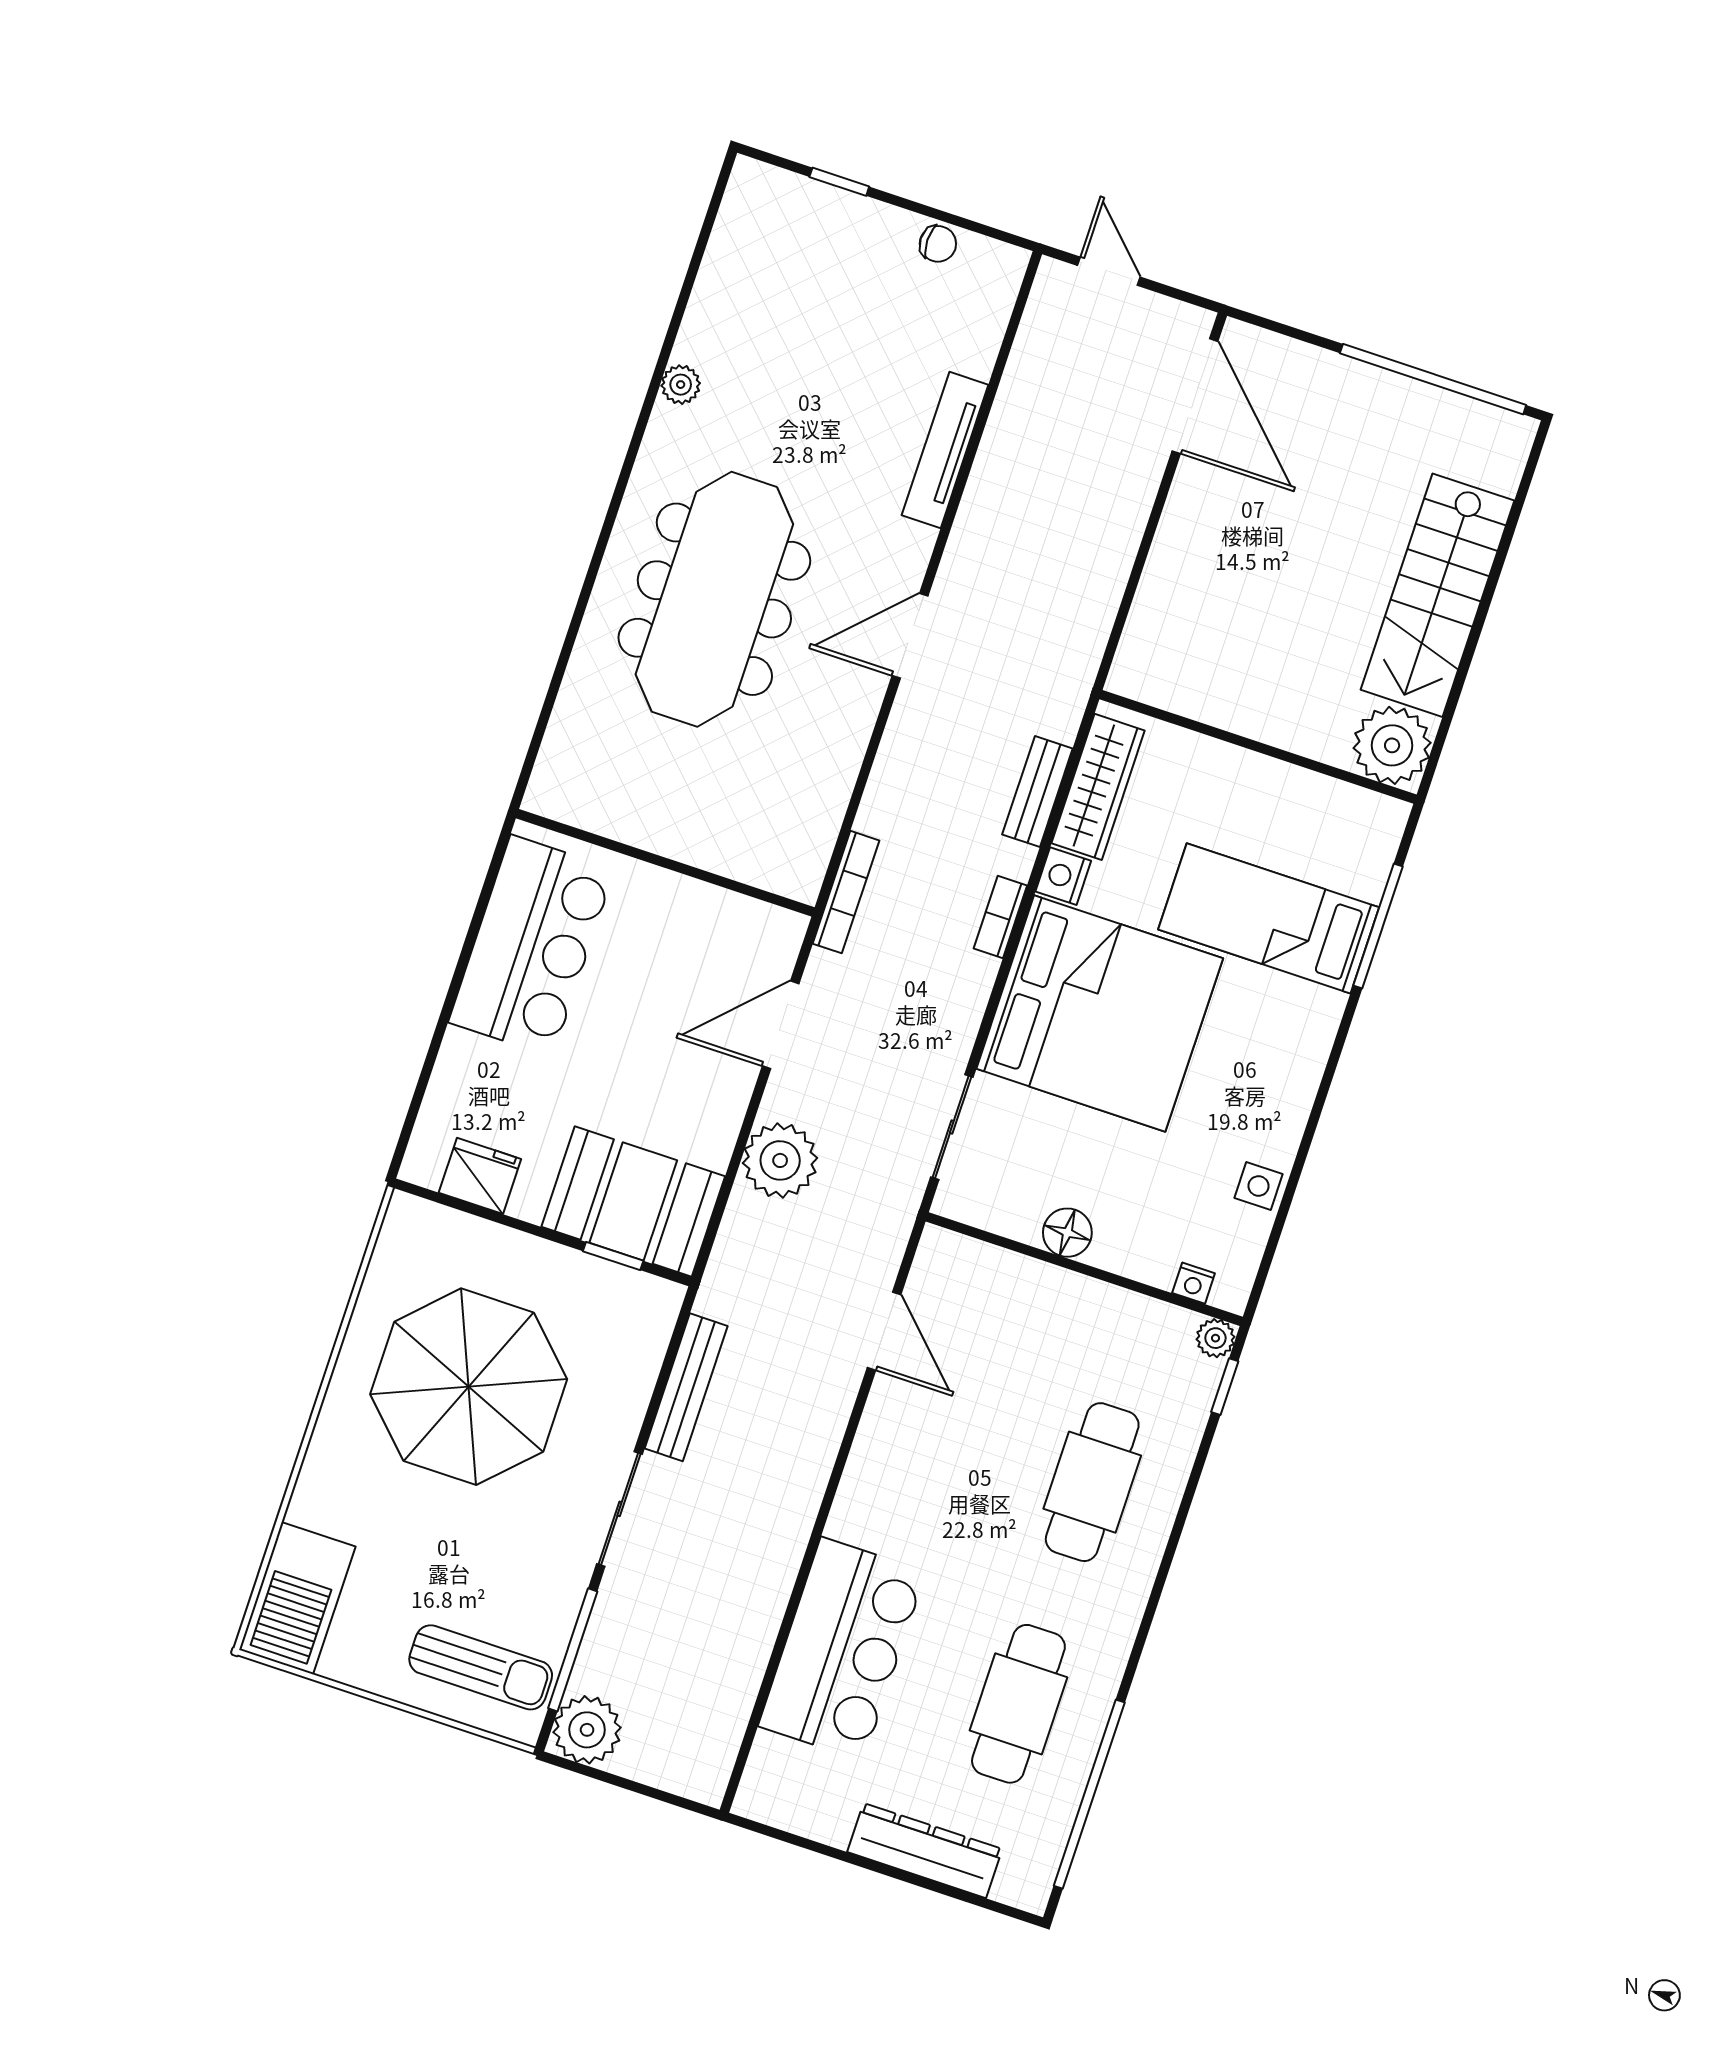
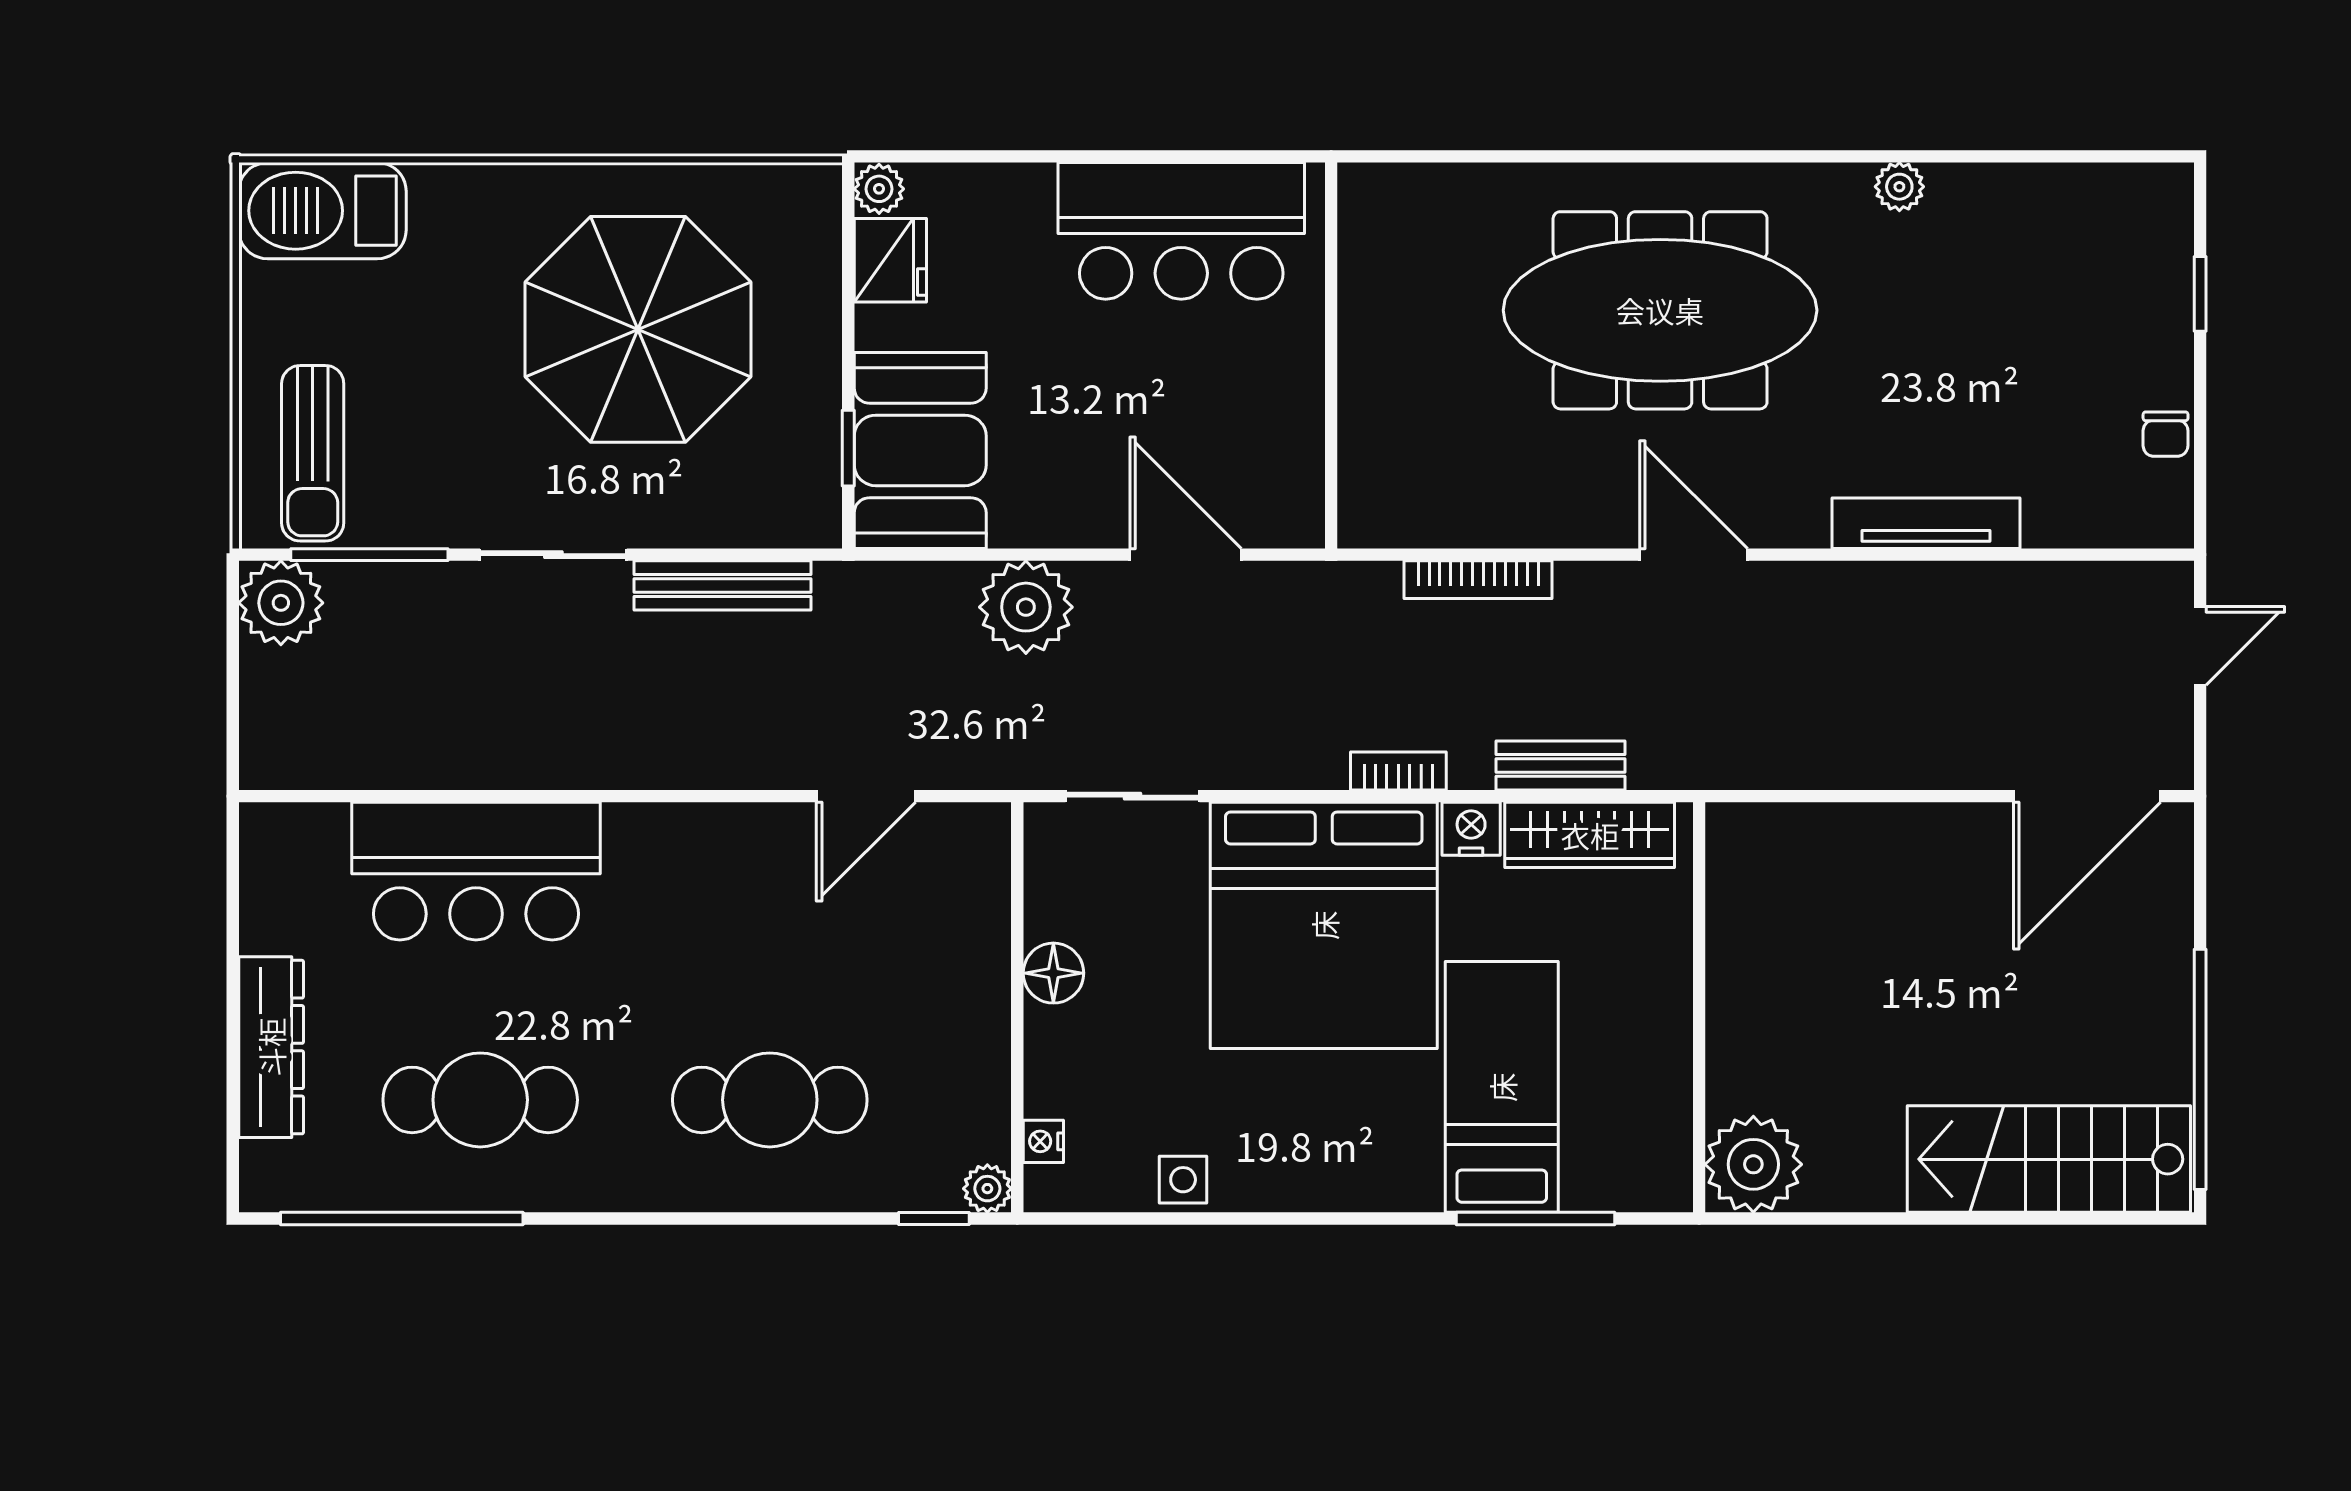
stairs: (1438, 595) -> (2049, 1159), moved
bookcase: (846, 892) -> (1478, 580), moved
plant: (422, 1166) -> (879, 189), added

